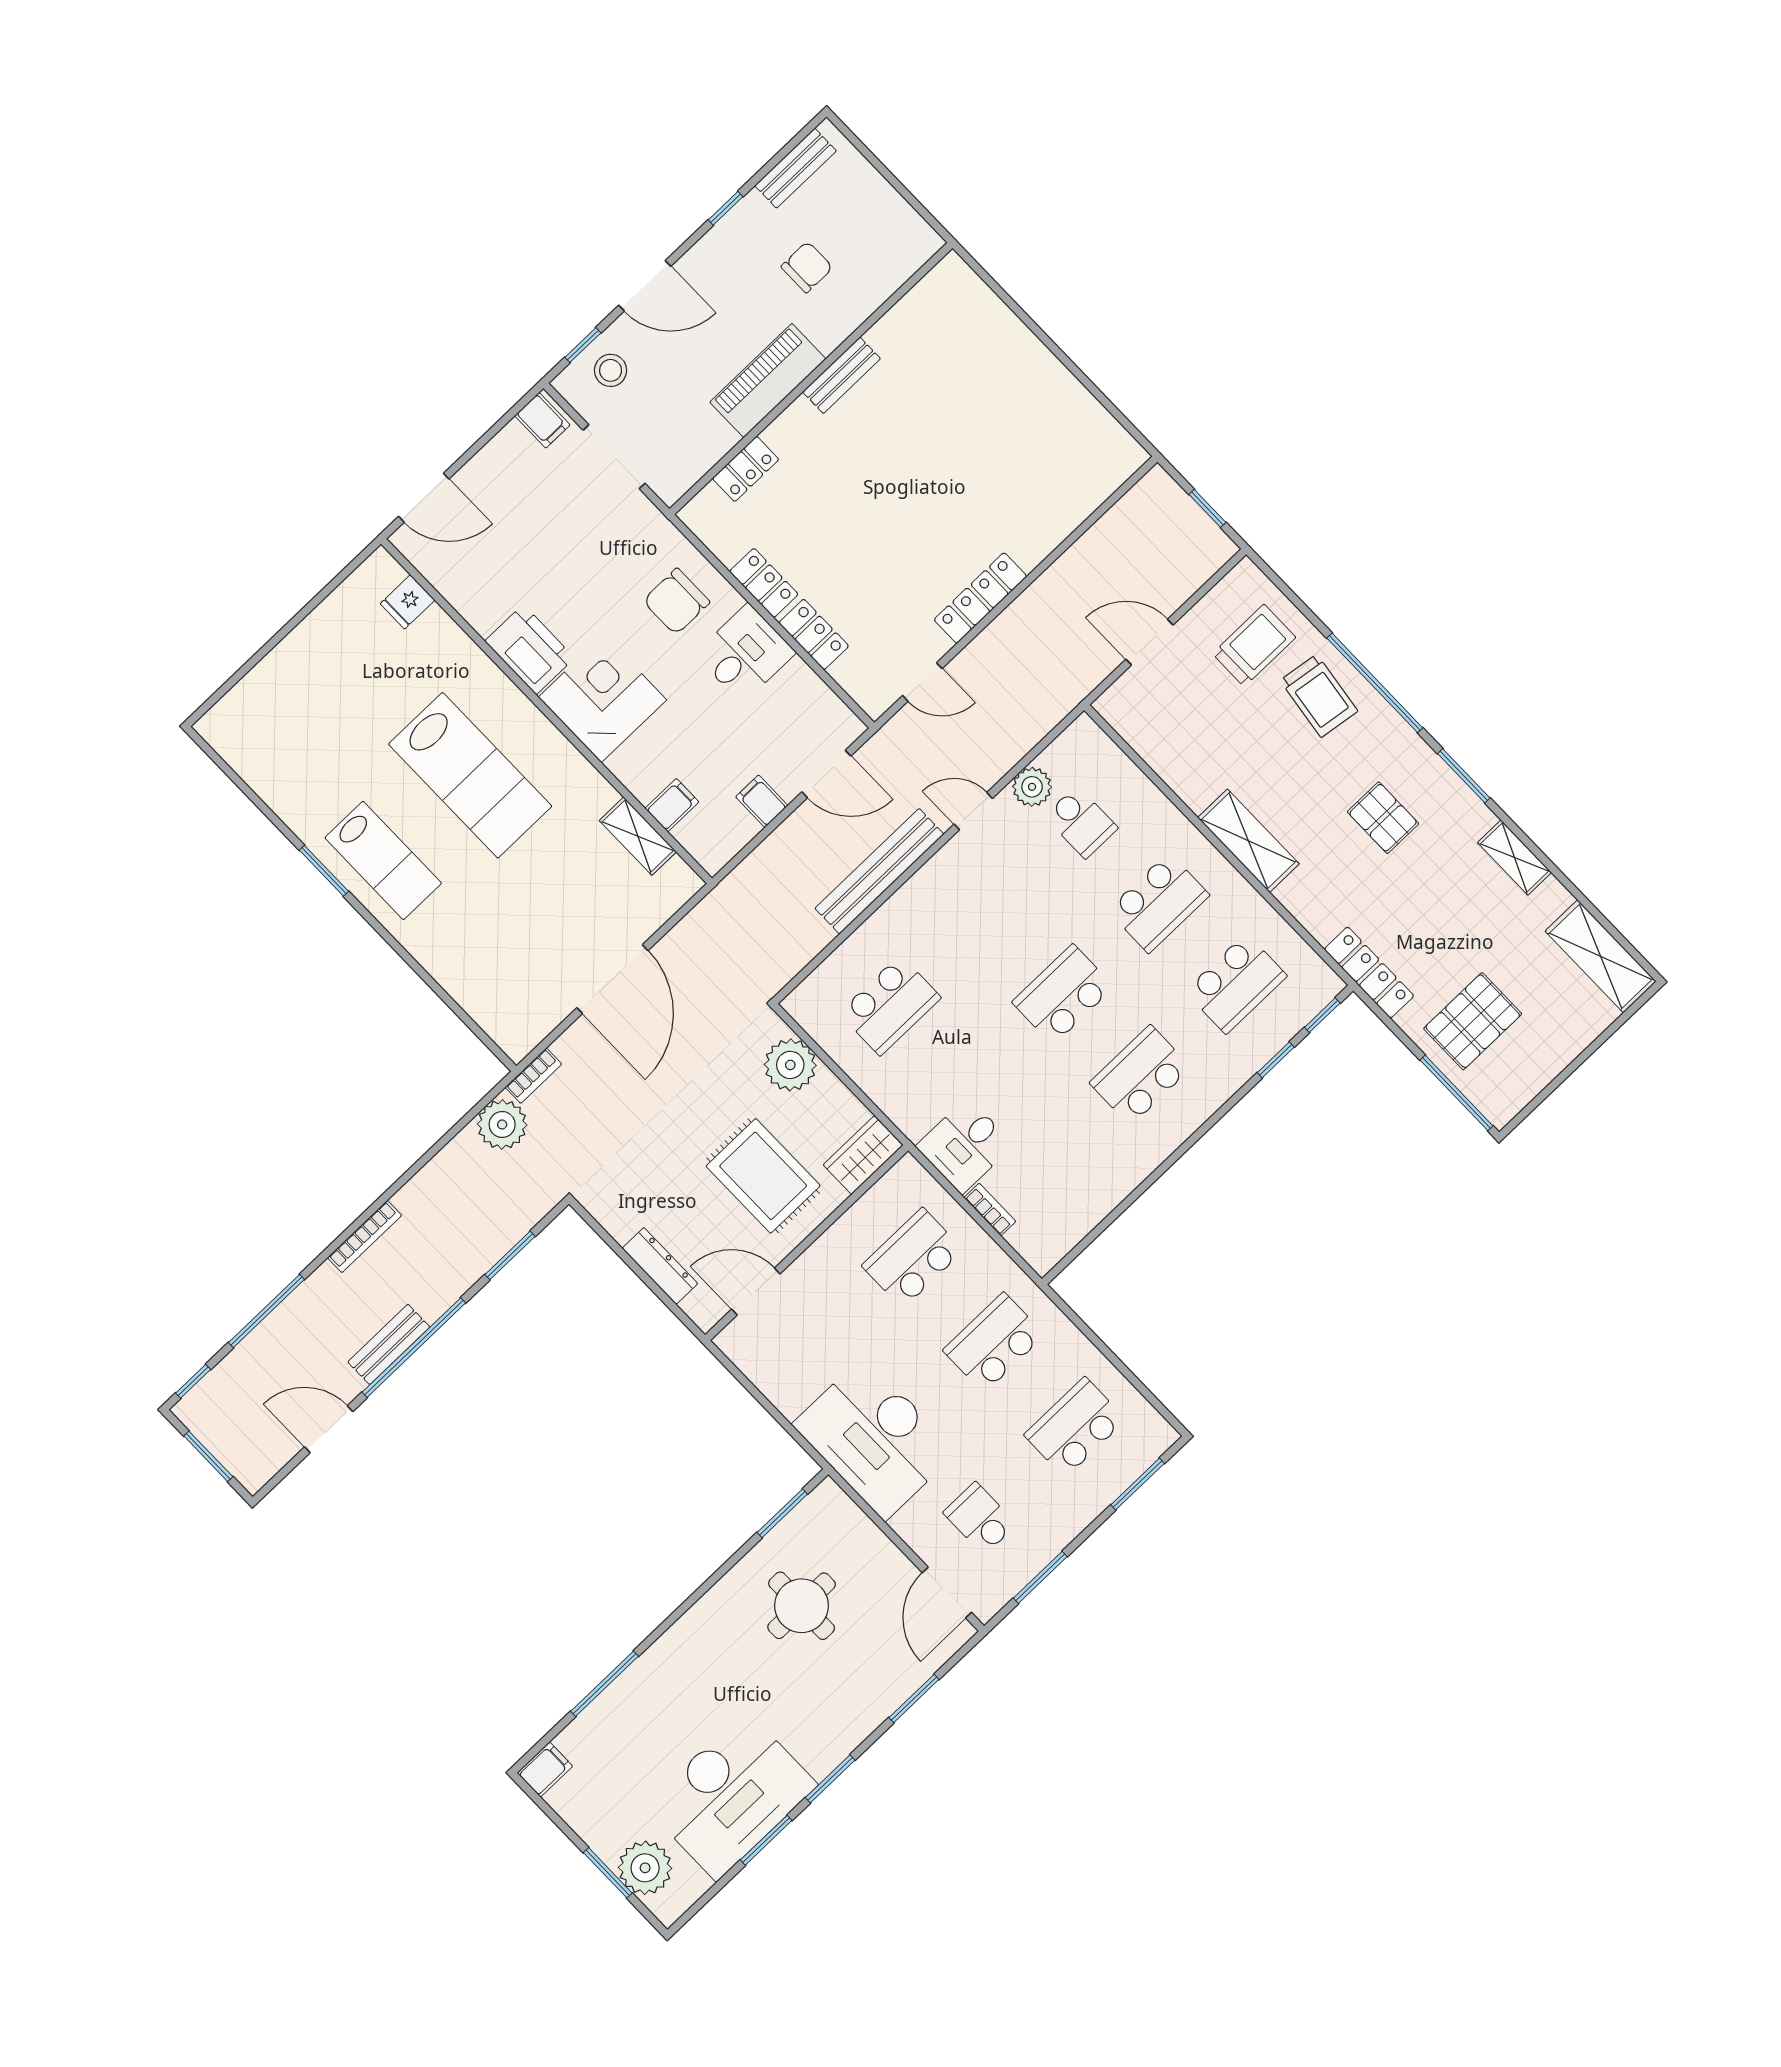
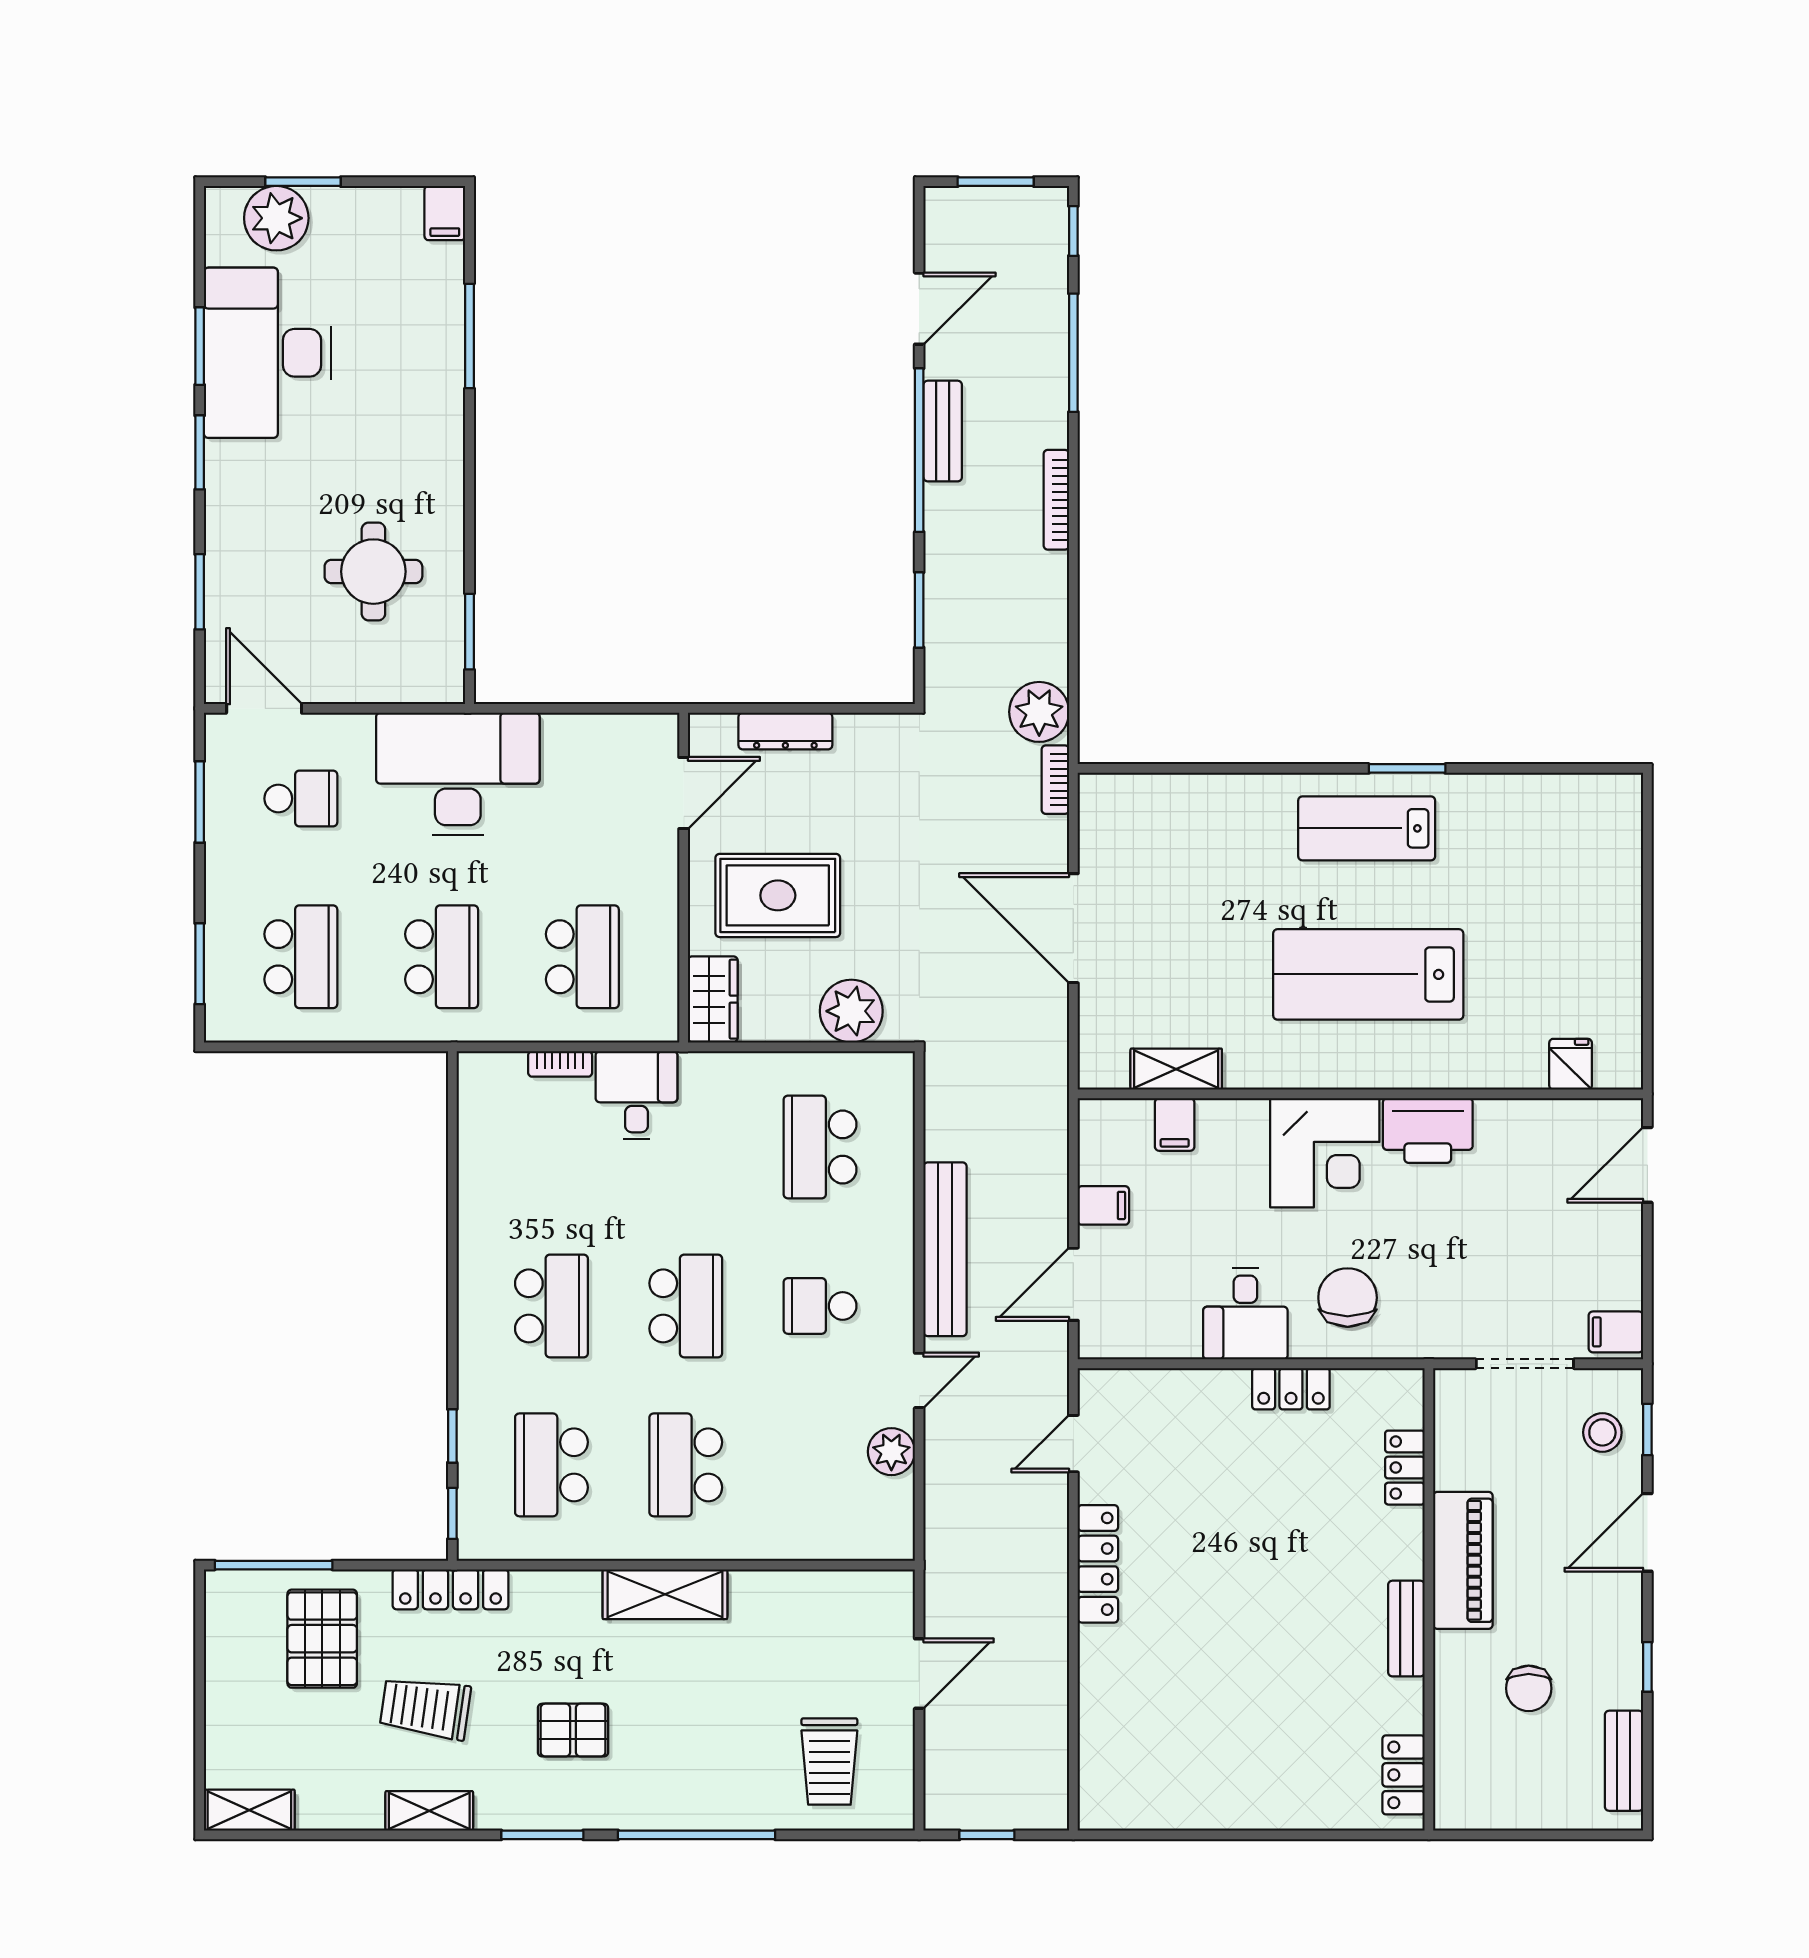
locker: (814, 634) -> (1403, 1775), moved, turned 90
trolley: (1319, 696) -> (425, 1708), moved
school desk: (1081, 822) -> (820, 1306), moved
shelving: (1601, 956) -> (249, 1810), width x0.67, depth x0.75

